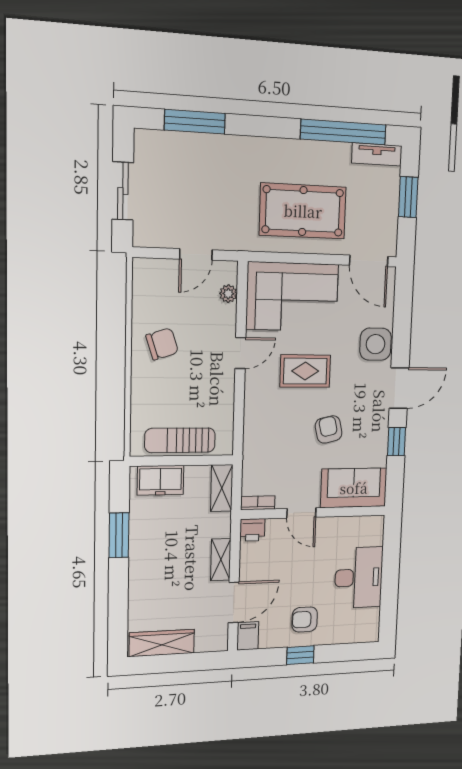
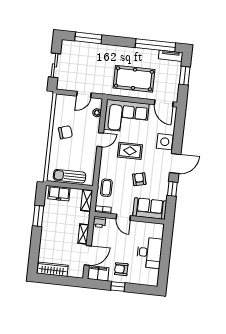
coffee table: (262, 456) -> (106, 188), added
filing cabinet: (248, 636) -> (98, 273), width x2.00

